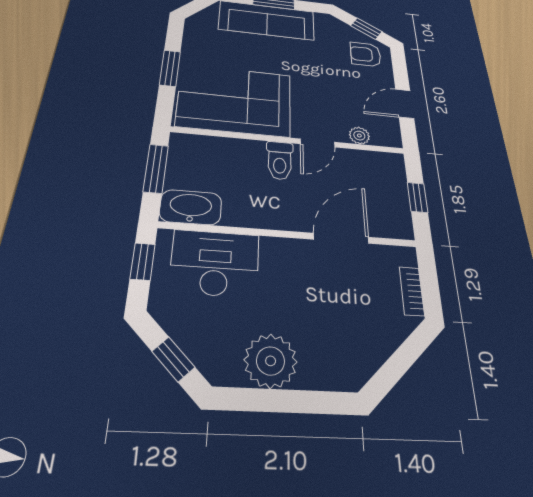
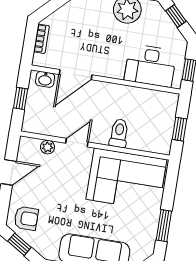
window: (170, 68) -> (164, 226), moved
toilet: (280, 160) -> (119, 133), moved
window: (156, 168) -> (179, 129), width x0.67
washbasin: (191, 207) -> (45, 79), moved, width x0.52, depth x0.69

